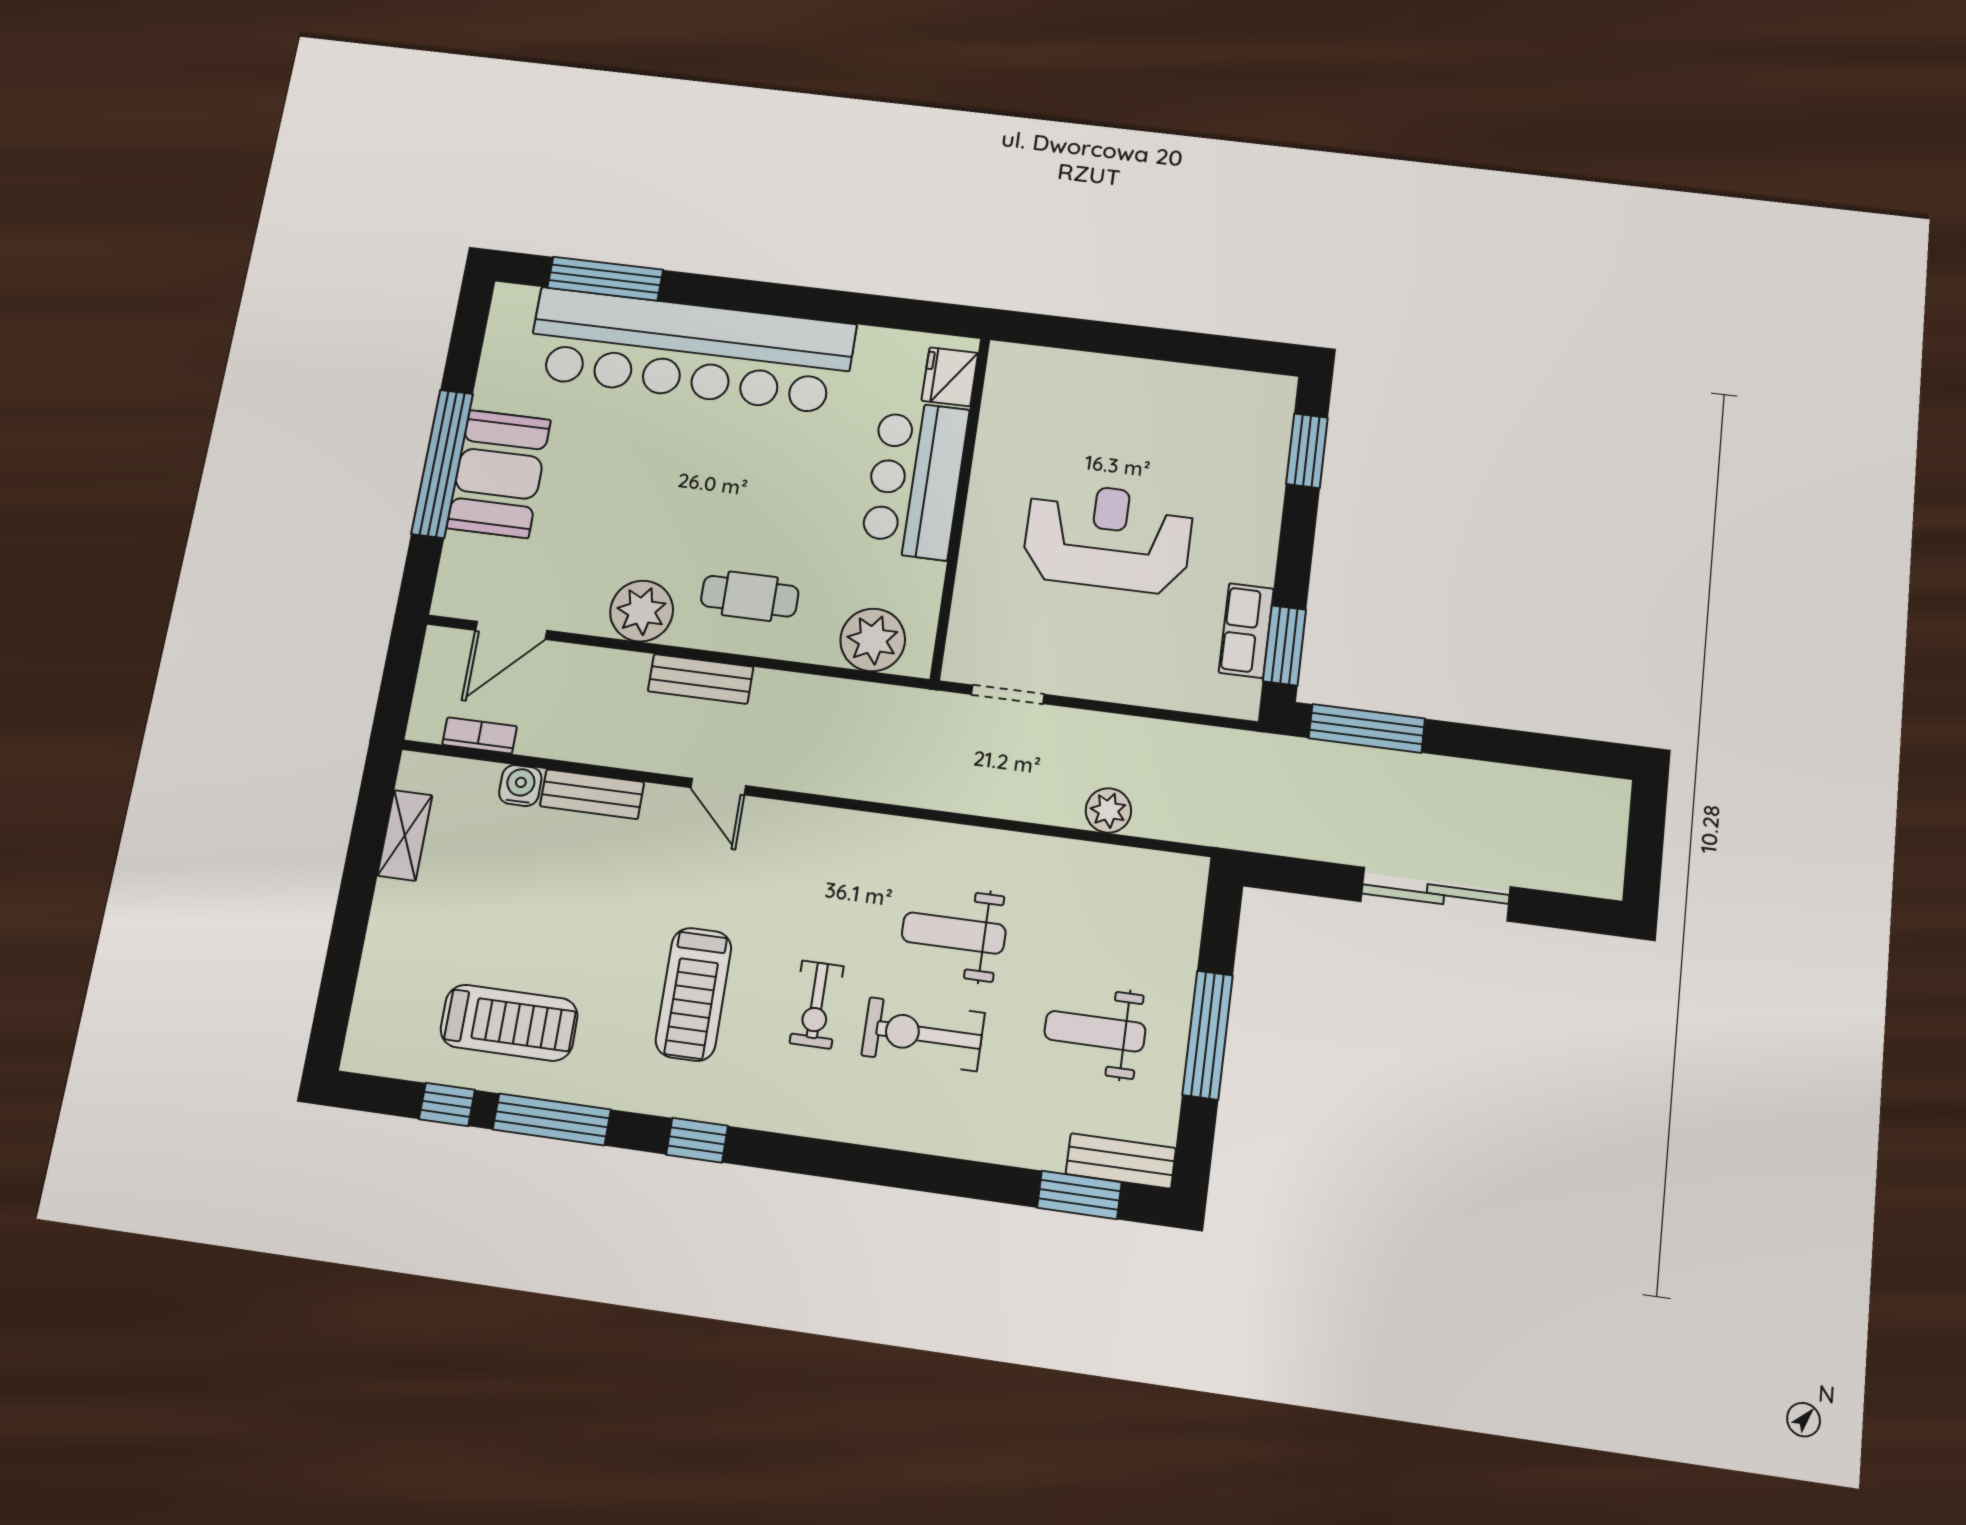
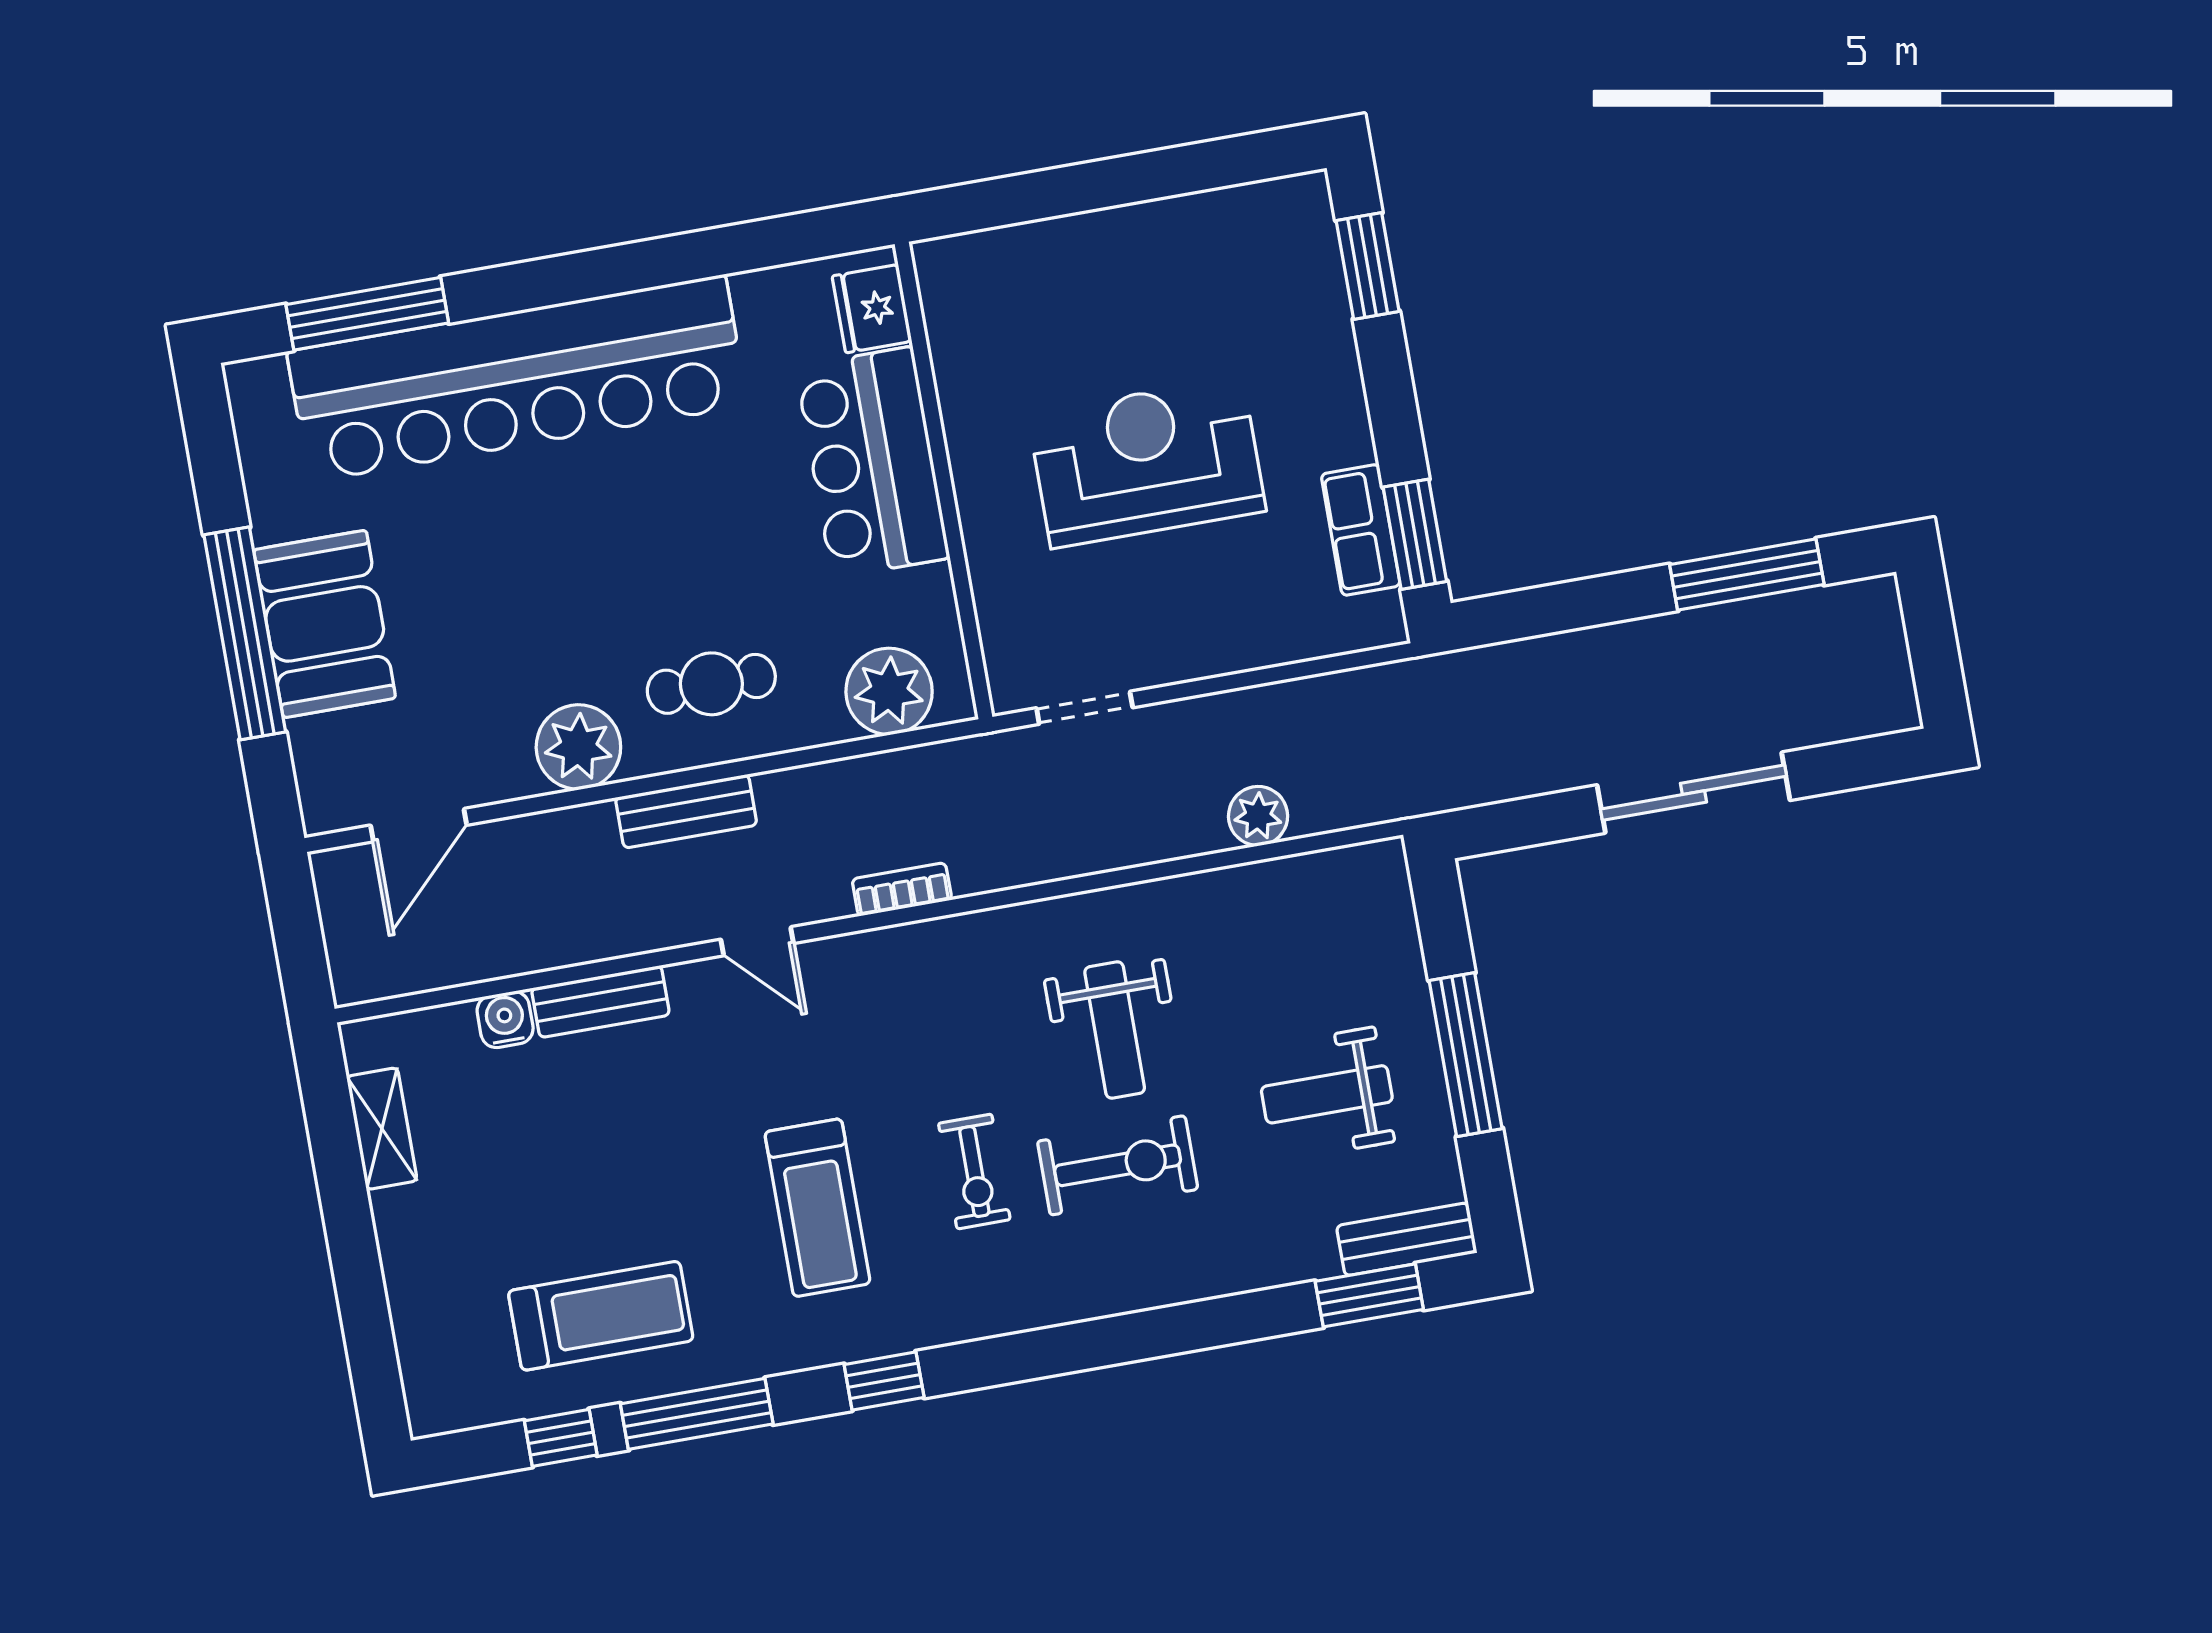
window: (1367, 728) -> (1747, 575), moved
bookcase: (480, 735) -> (902, 889), moved
weight bench: (954, 933) -> (1115, 1030), turned -90
exercise bike: (923, 1034) -> (1118, 1165), turned 180

